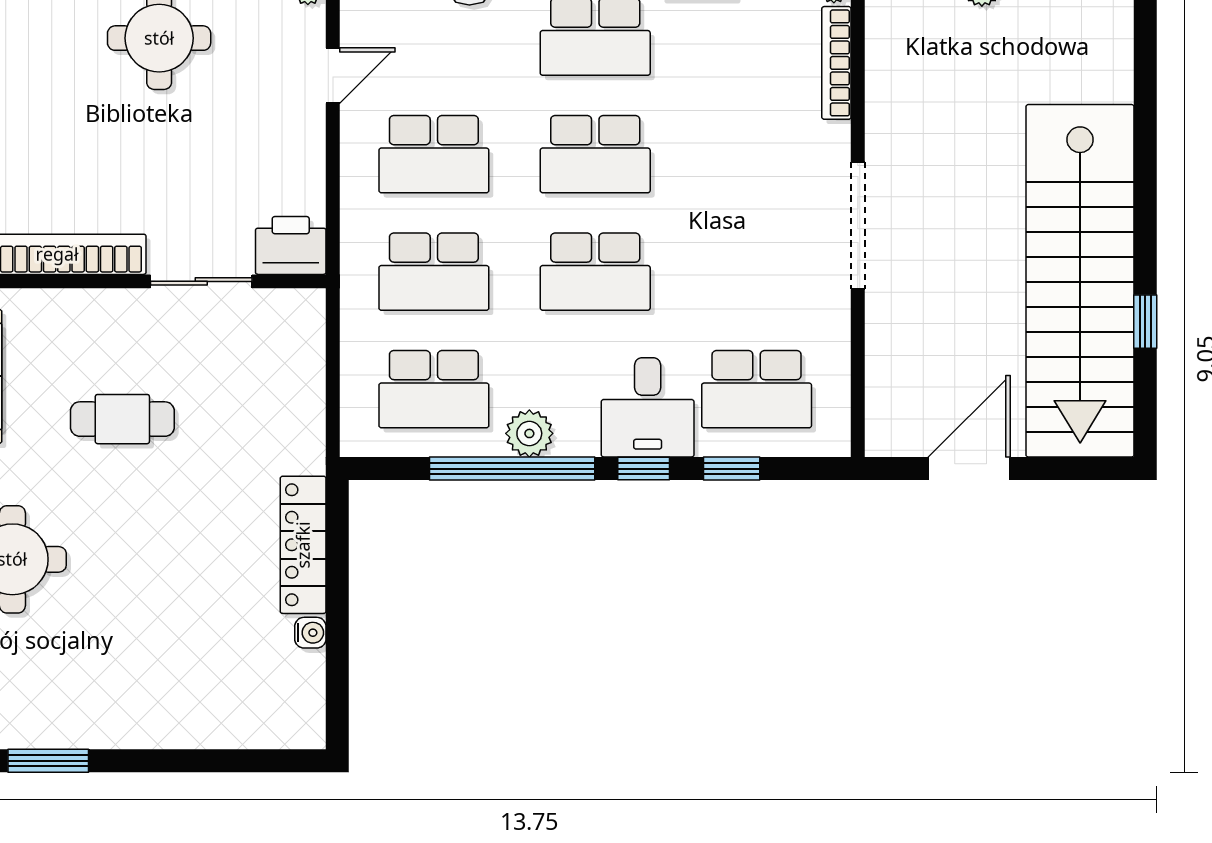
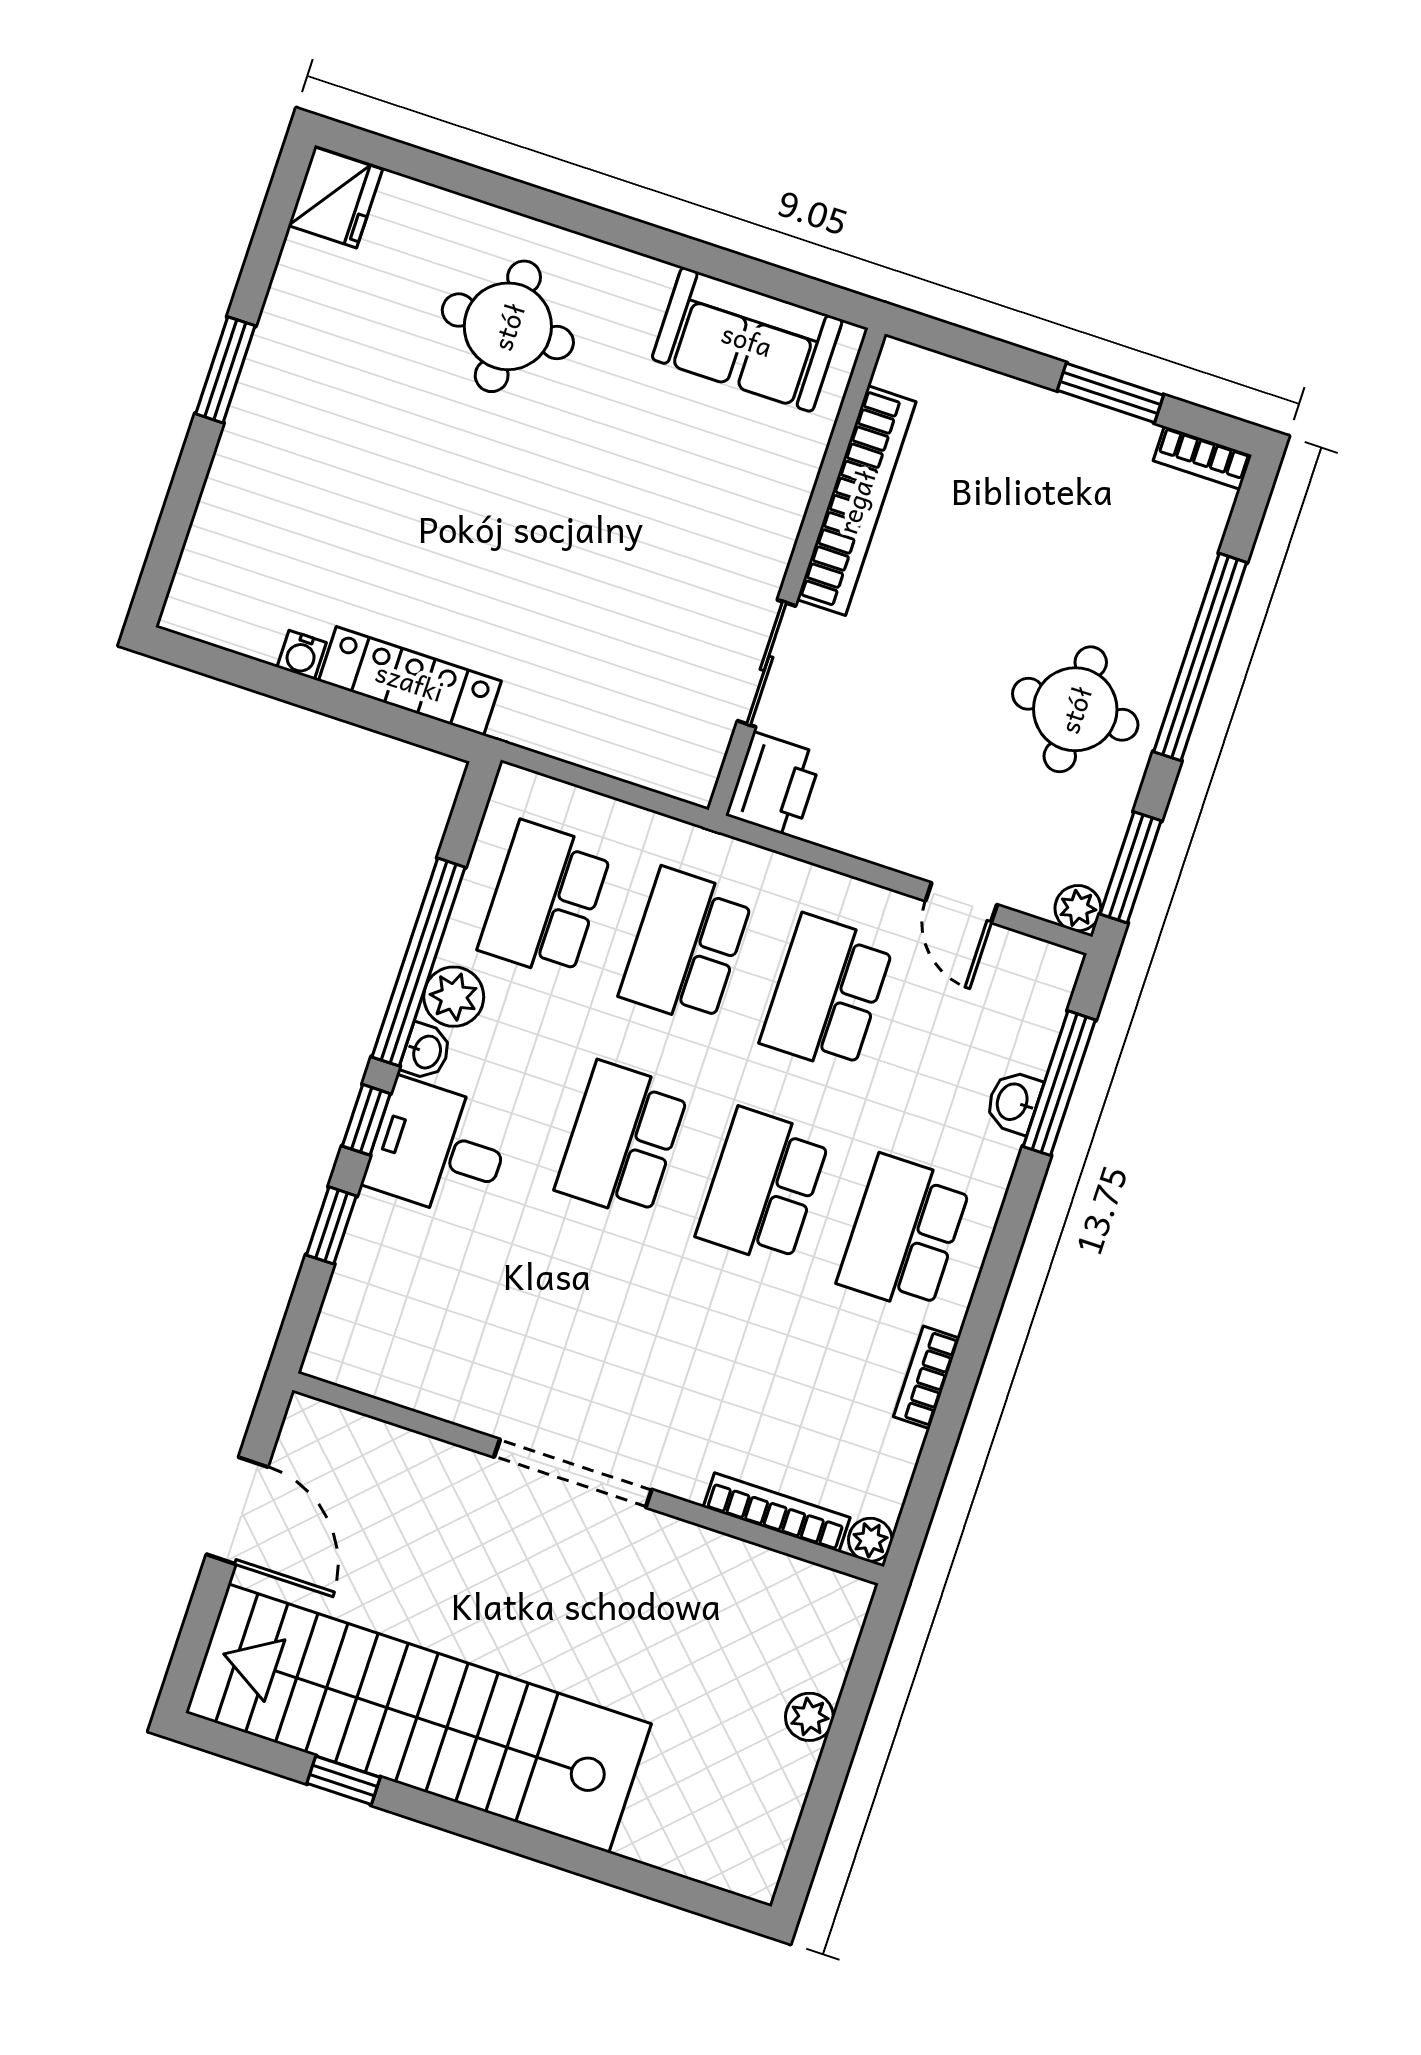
school desk: (757, 389) -> (417, 1287), removed
cafe table: (122, 419) -> (633, 514), removed
washbasin: (578, 441) -> (426, 1052), added
window: (48, 761) -> (225, 370), moved

